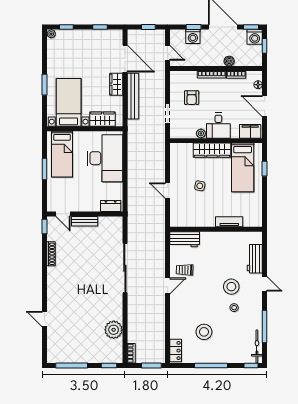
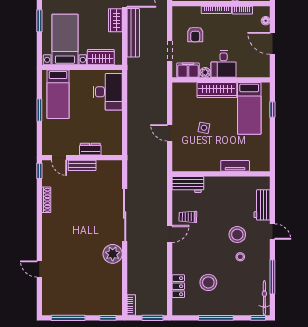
filing cabinet: (250, 131) -> (188, 70), moved
desk: (105, 158) -> (108, 92), width x0.73, depth x0.77
dresser: (111, 206) -> (90, 149), moved
plant: (114, 330) -> (113, 254), moved
locker: (176, 351) -> (178, 286), moved

